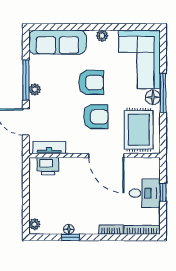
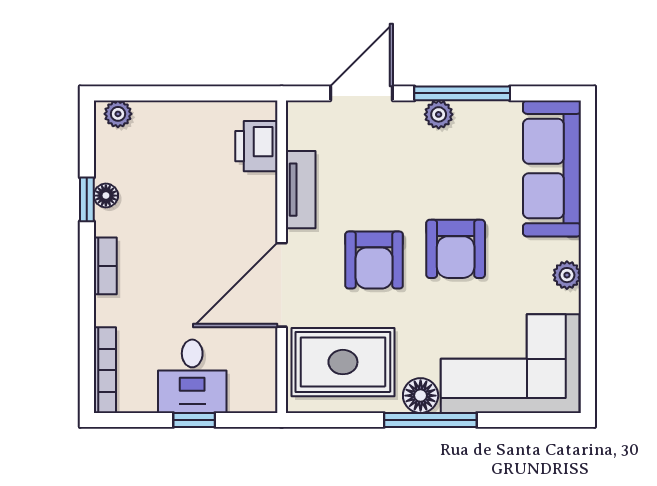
tv unit: (49, 148) -> (301, 190), moved
bookcase: (111, 230) -> (105, 266), moved

